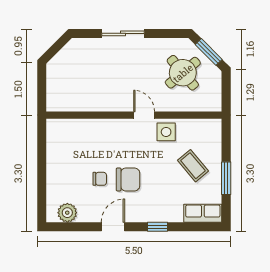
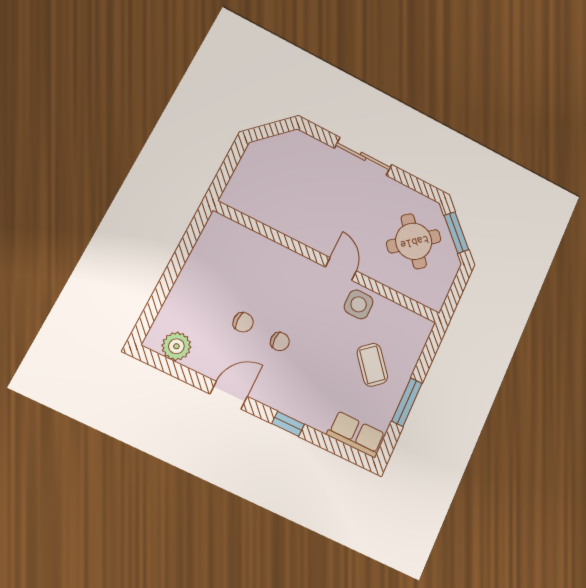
chair: (128, 179) -> (280, 342), width x0.54, depth x0.54

